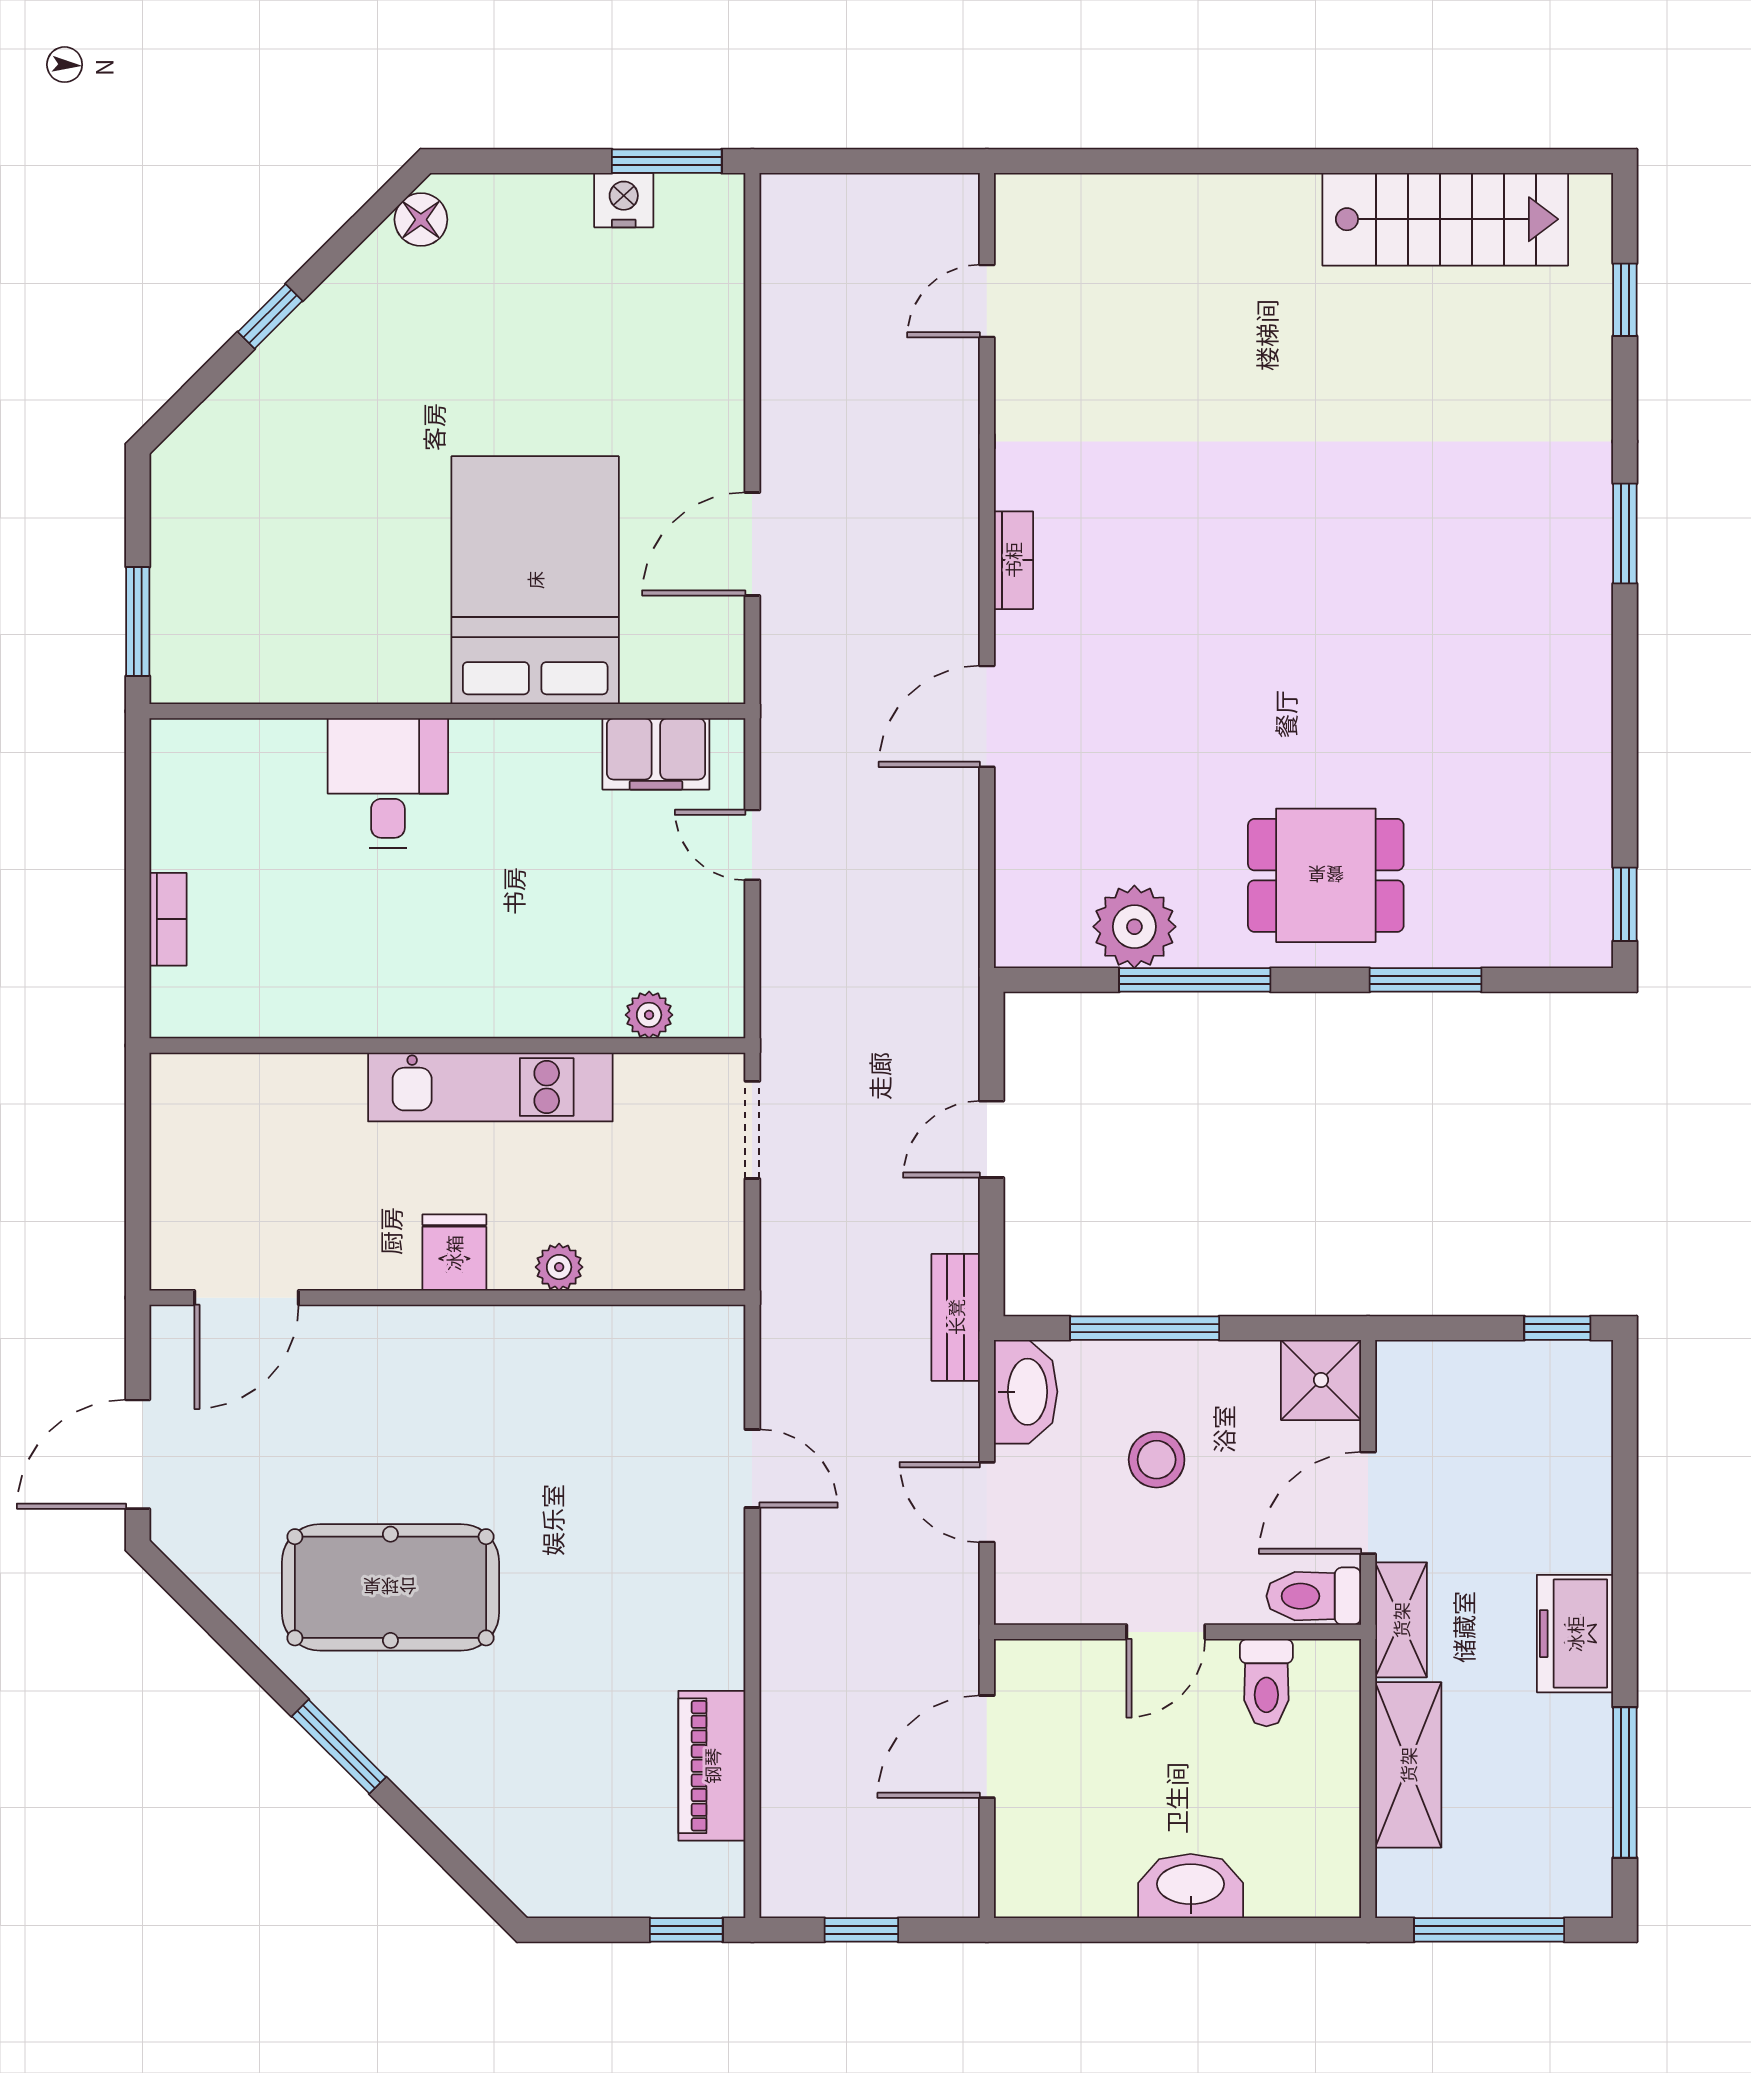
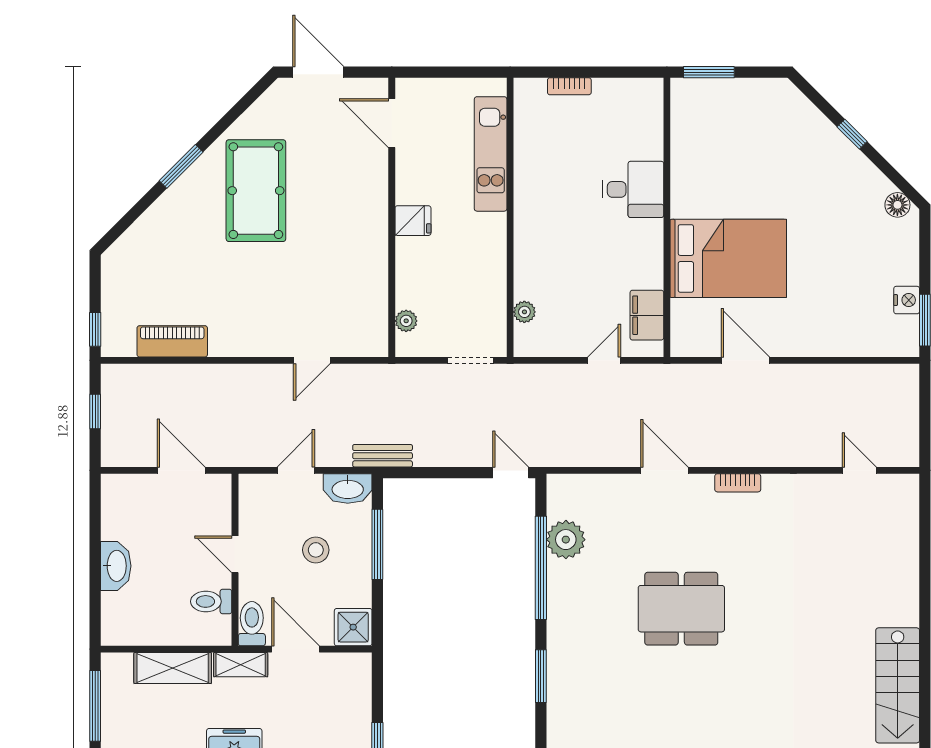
dining table: (1326, 875) -> (681, 609), moved, width x1.38
window: (1195, 980) -> (541, 568), width x1.46
kitchen unit: (490, 1087) -> (491, 154), moved
door: (992, 1139) -> (511, 473), moved
plant: (559, 1267) -> (406, 321), moved

